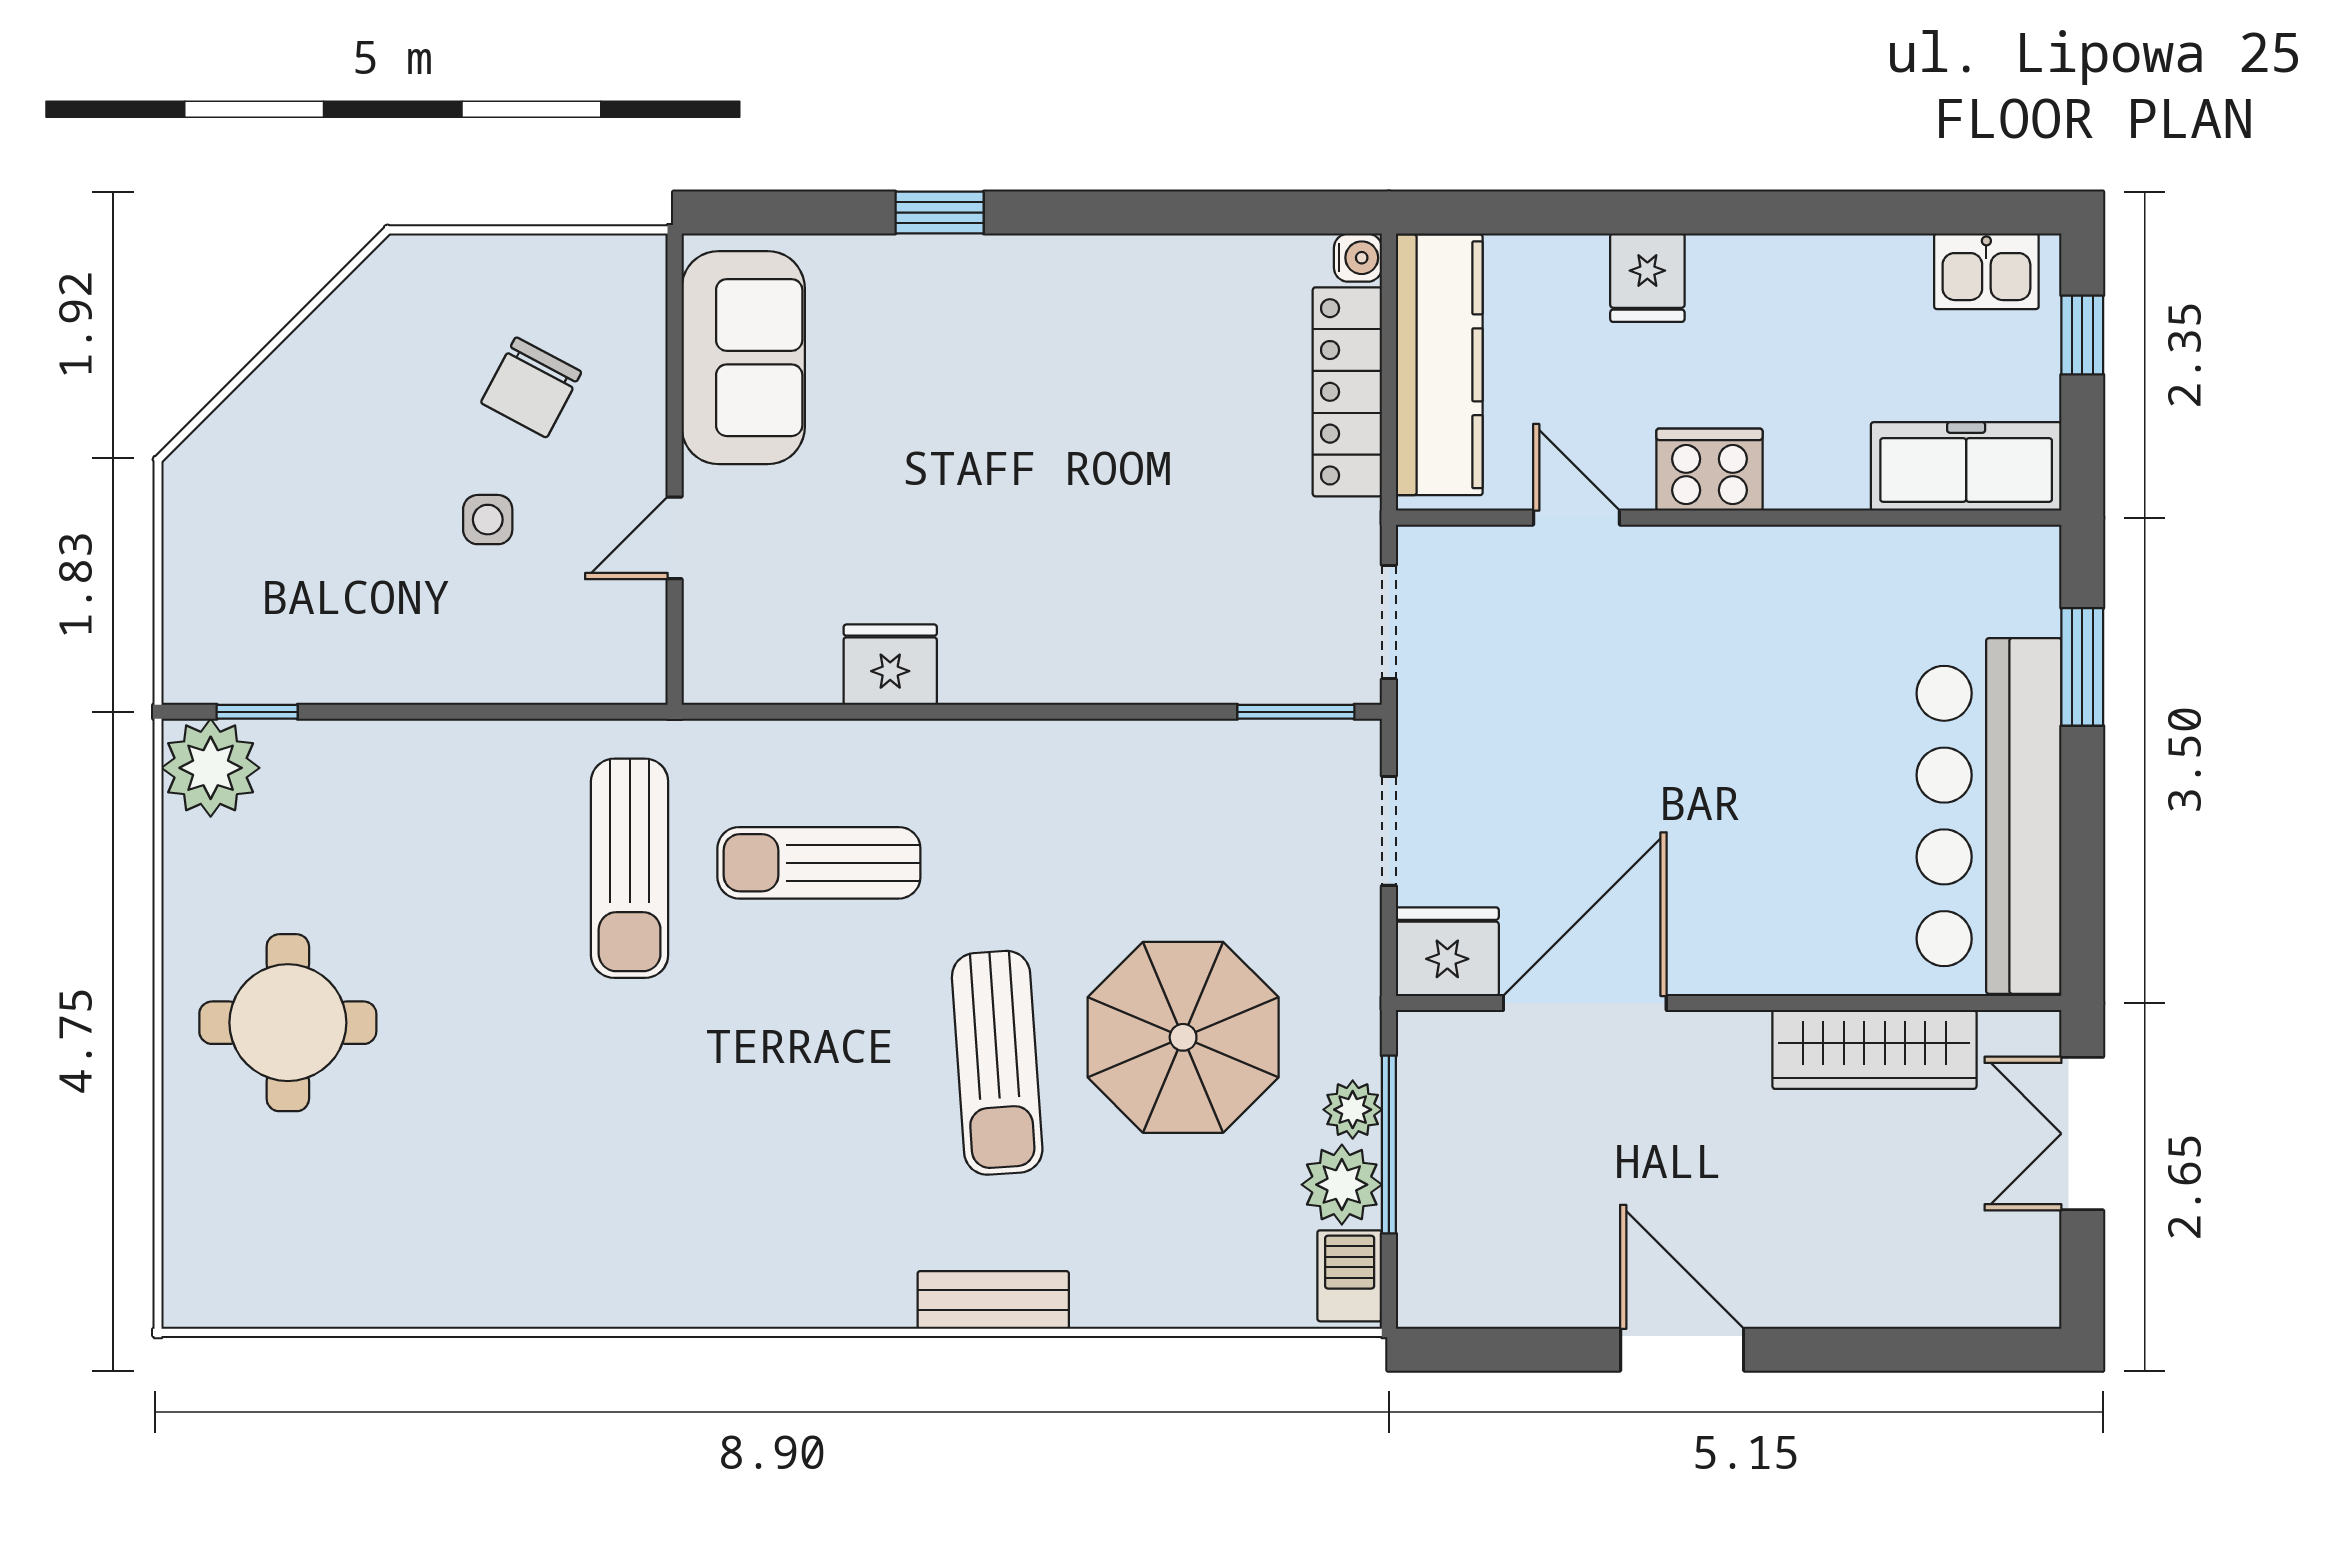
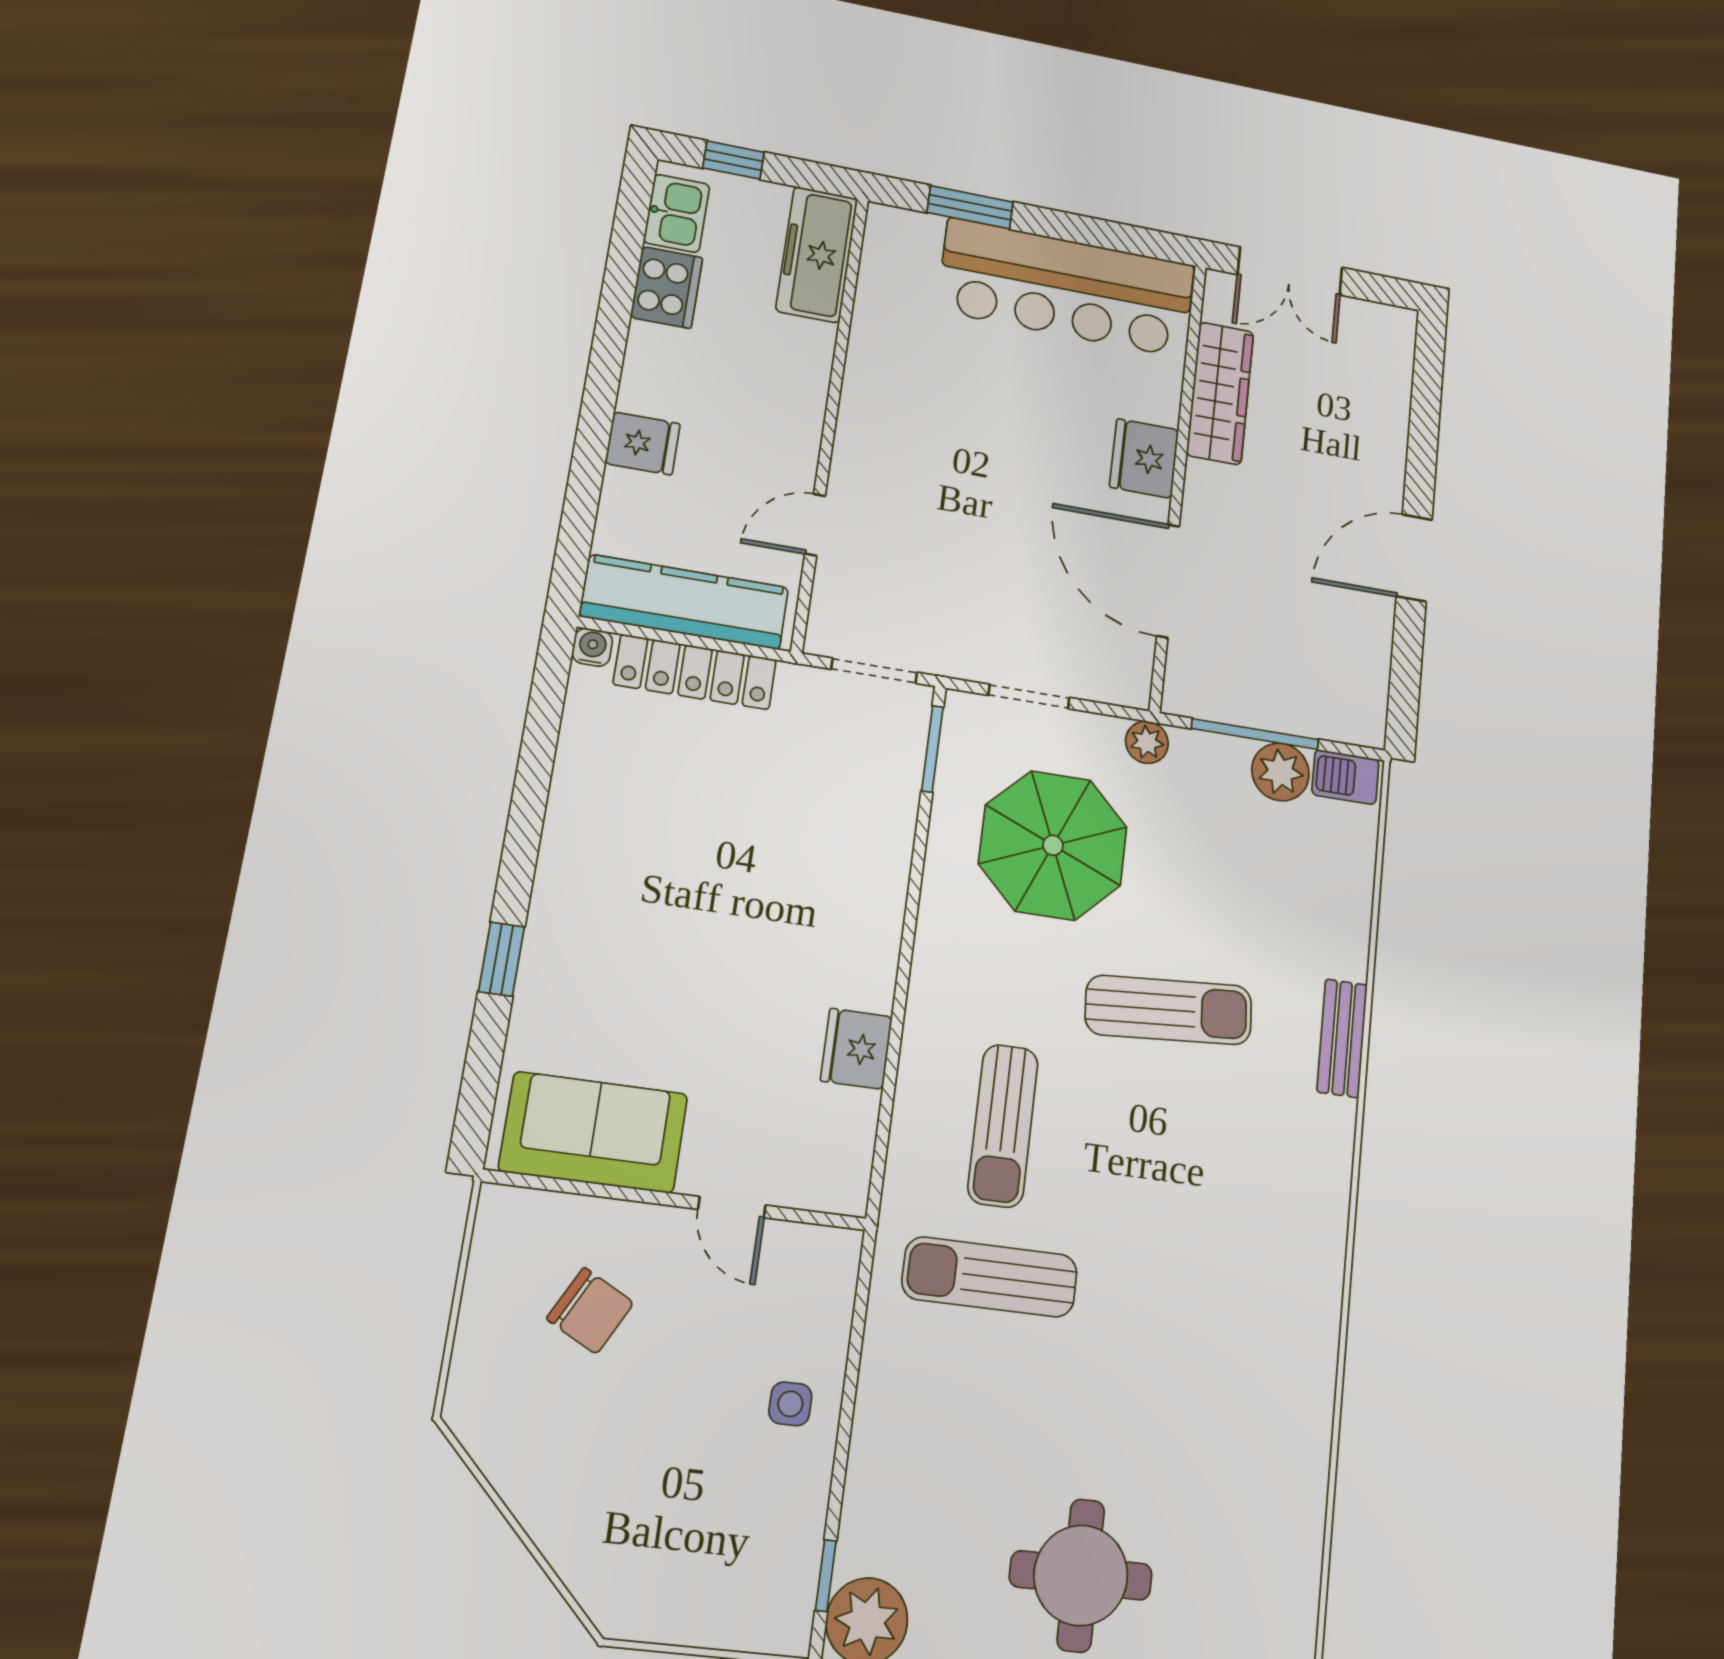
cooker: (1709, 470) -> (667, 287), moved, turned 180
side table: (488, 520) -> (790, 1404), moved
sun lounger: (630, 868) -> (990, 1277), turned 180
fridge: (1447, 952) -> (1144, 458), moved
parasol: (1183, 1037) -> (1053, 845), moved
plant: (1353, 1110) -> (1147, 742), moved

